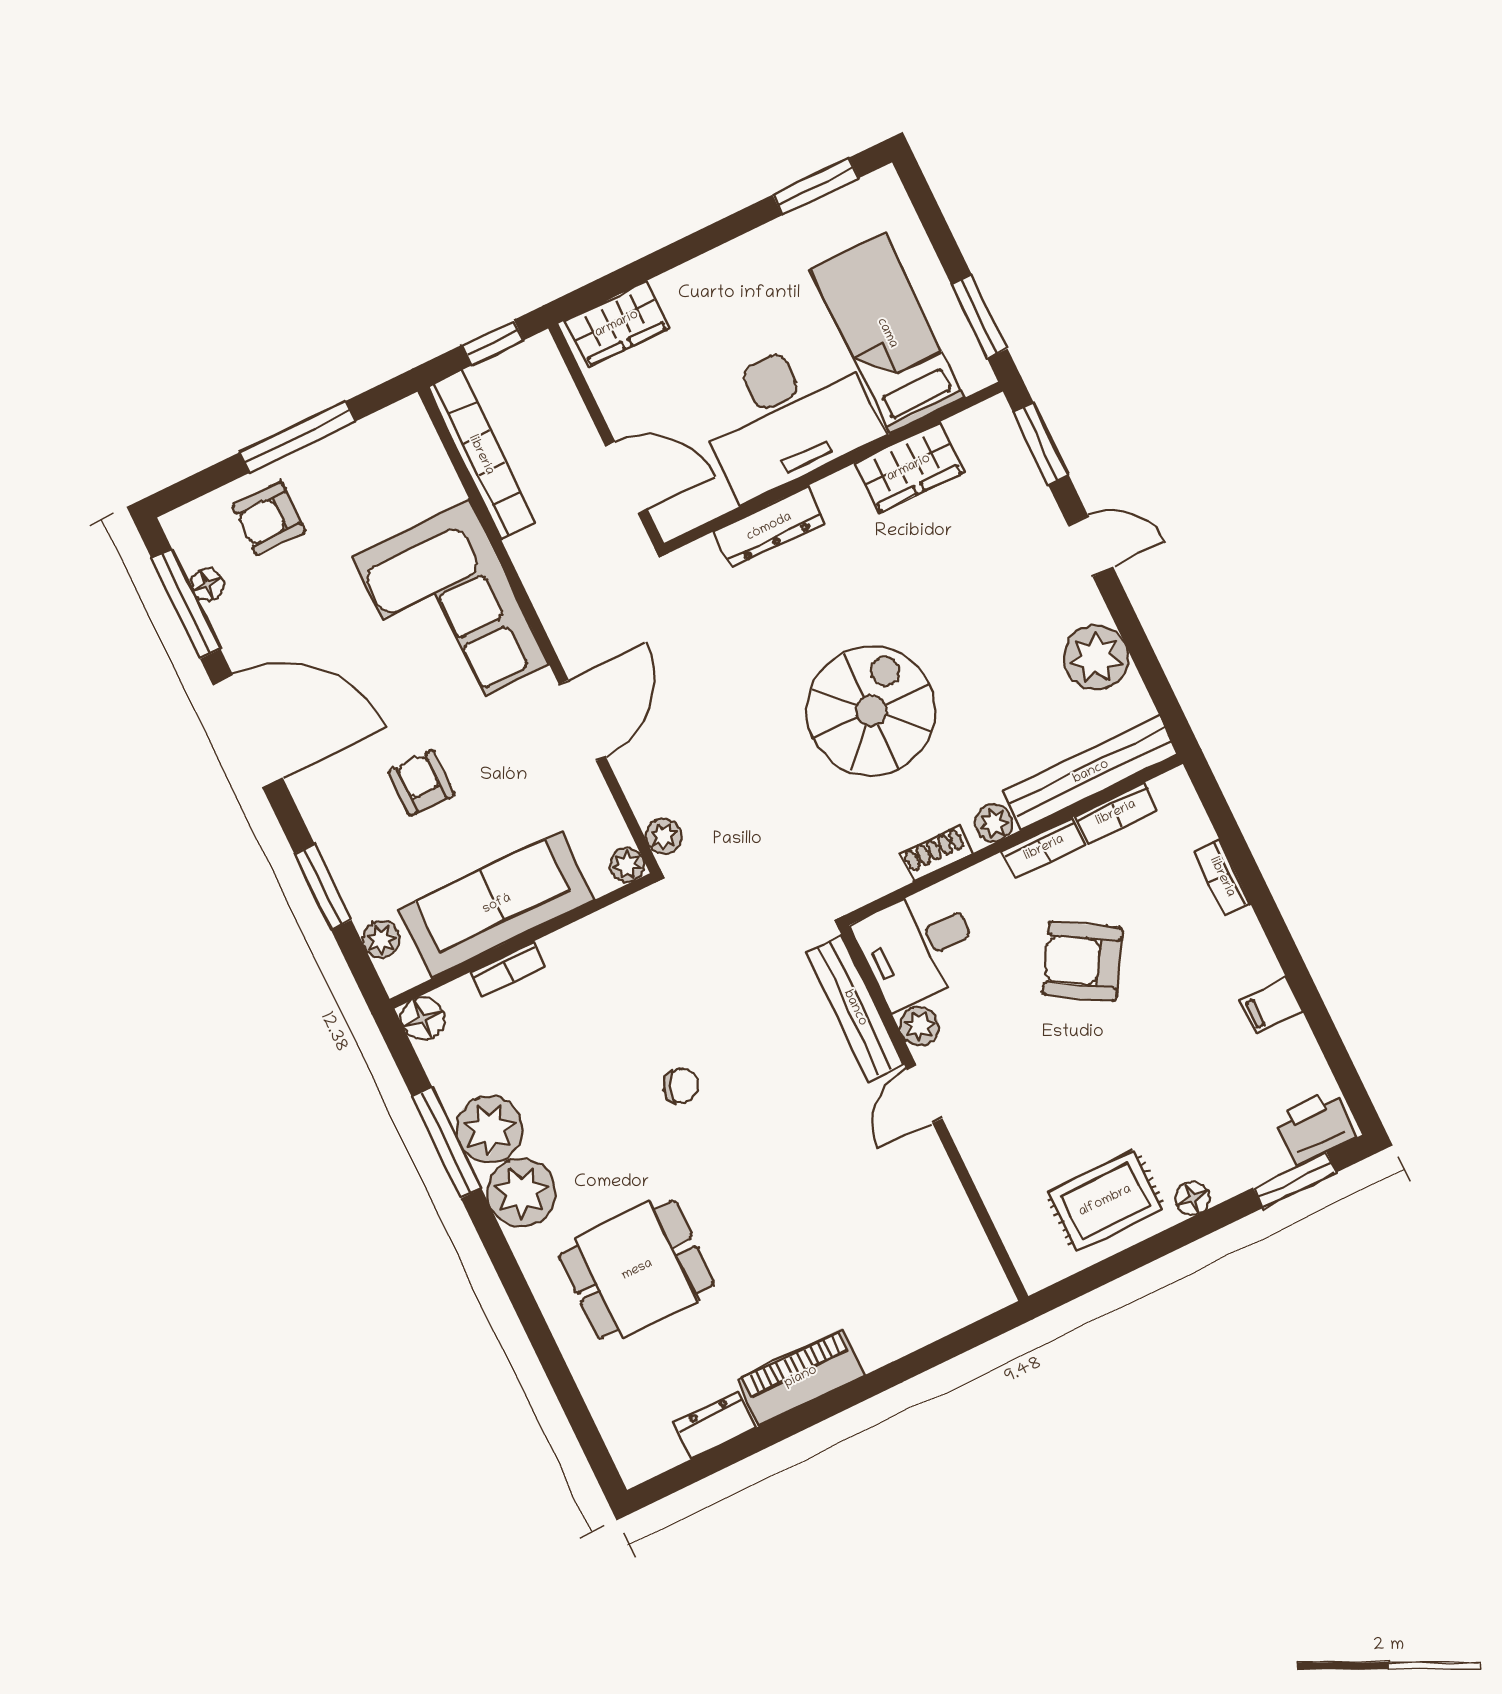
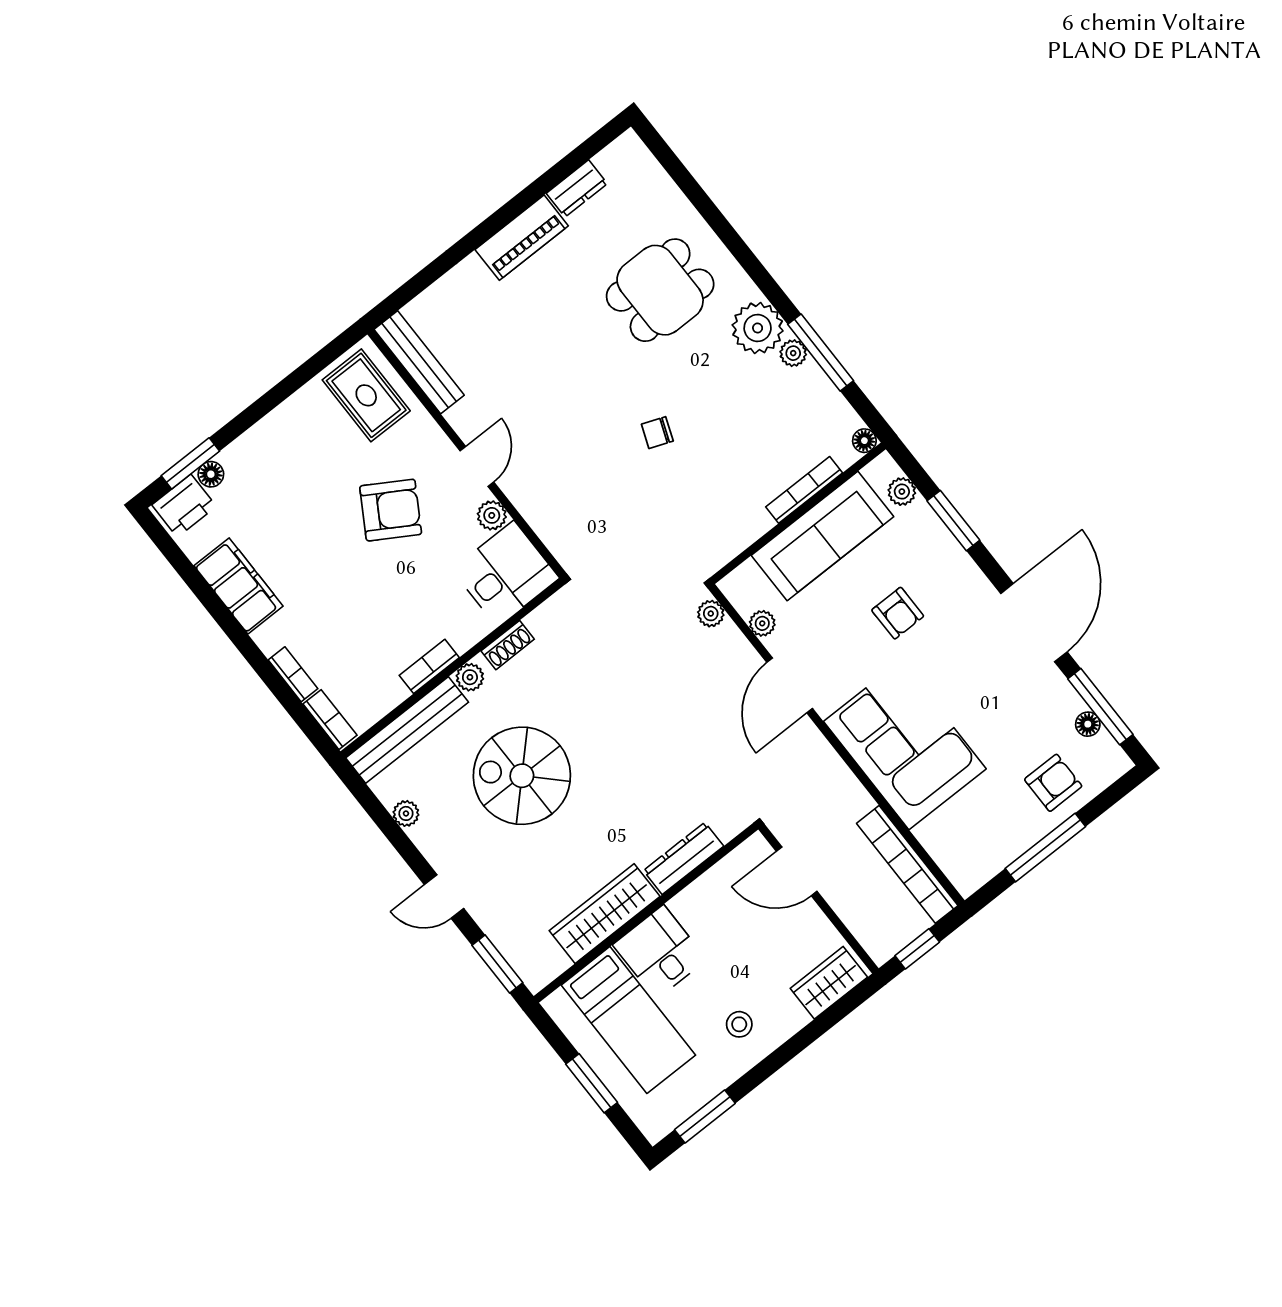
stool: (745, 296) -> (739, 1024), added
window: (979, 316) -> (592, 1083), moved
desk: (787, 416) -> (660, 952), width x0.53, depth x0.77
wardrobe: (909, 468) -> (605, 914), width x1.50
plant: (1096, 658) -> (406, 813), width x0.53, depth x0.53
spiral stairs: (871, 711) -> (522, 776), moved, turned 90
door: (248, 731) -> (1034, 623), swing flipped
bookcase: (1116, 813) -> (330, 720), moved, turned 90
plant: (627, 865) -> (762, 623), moved
armchair: (1083, 961) -> (391, 510), moved
bookcase: (507, 969) -> (804, 490), width x1.56
filing cabinet: (1271, 1006) -> (238, 586), width x3.00, depth x1.17
bench: (855, 1008) -> (419, 362), moved
floor lamp: (423, 1019) -> (864, 441), width x0.73, depth x0.73
plant: (489, 1129) -> (793, 353), width x0.53, depth x0.53
floor lamp: (1193, 1198) -> (211, 474), moved
rug: (1105, 1201) -> (366, 395), moved, turned 90

